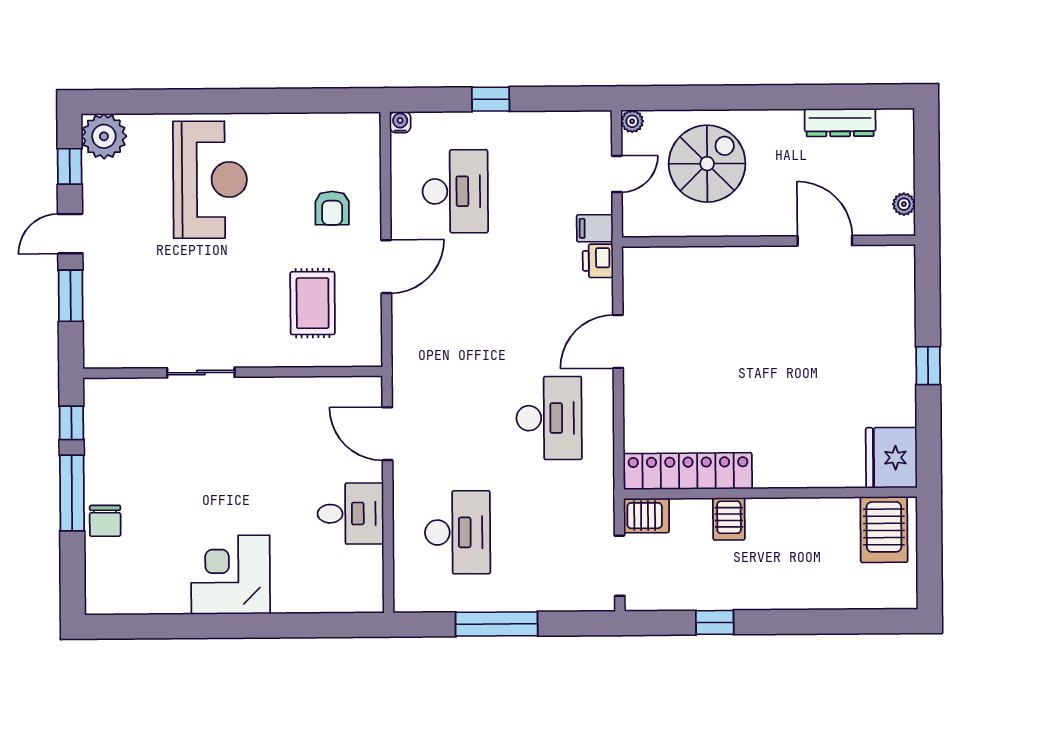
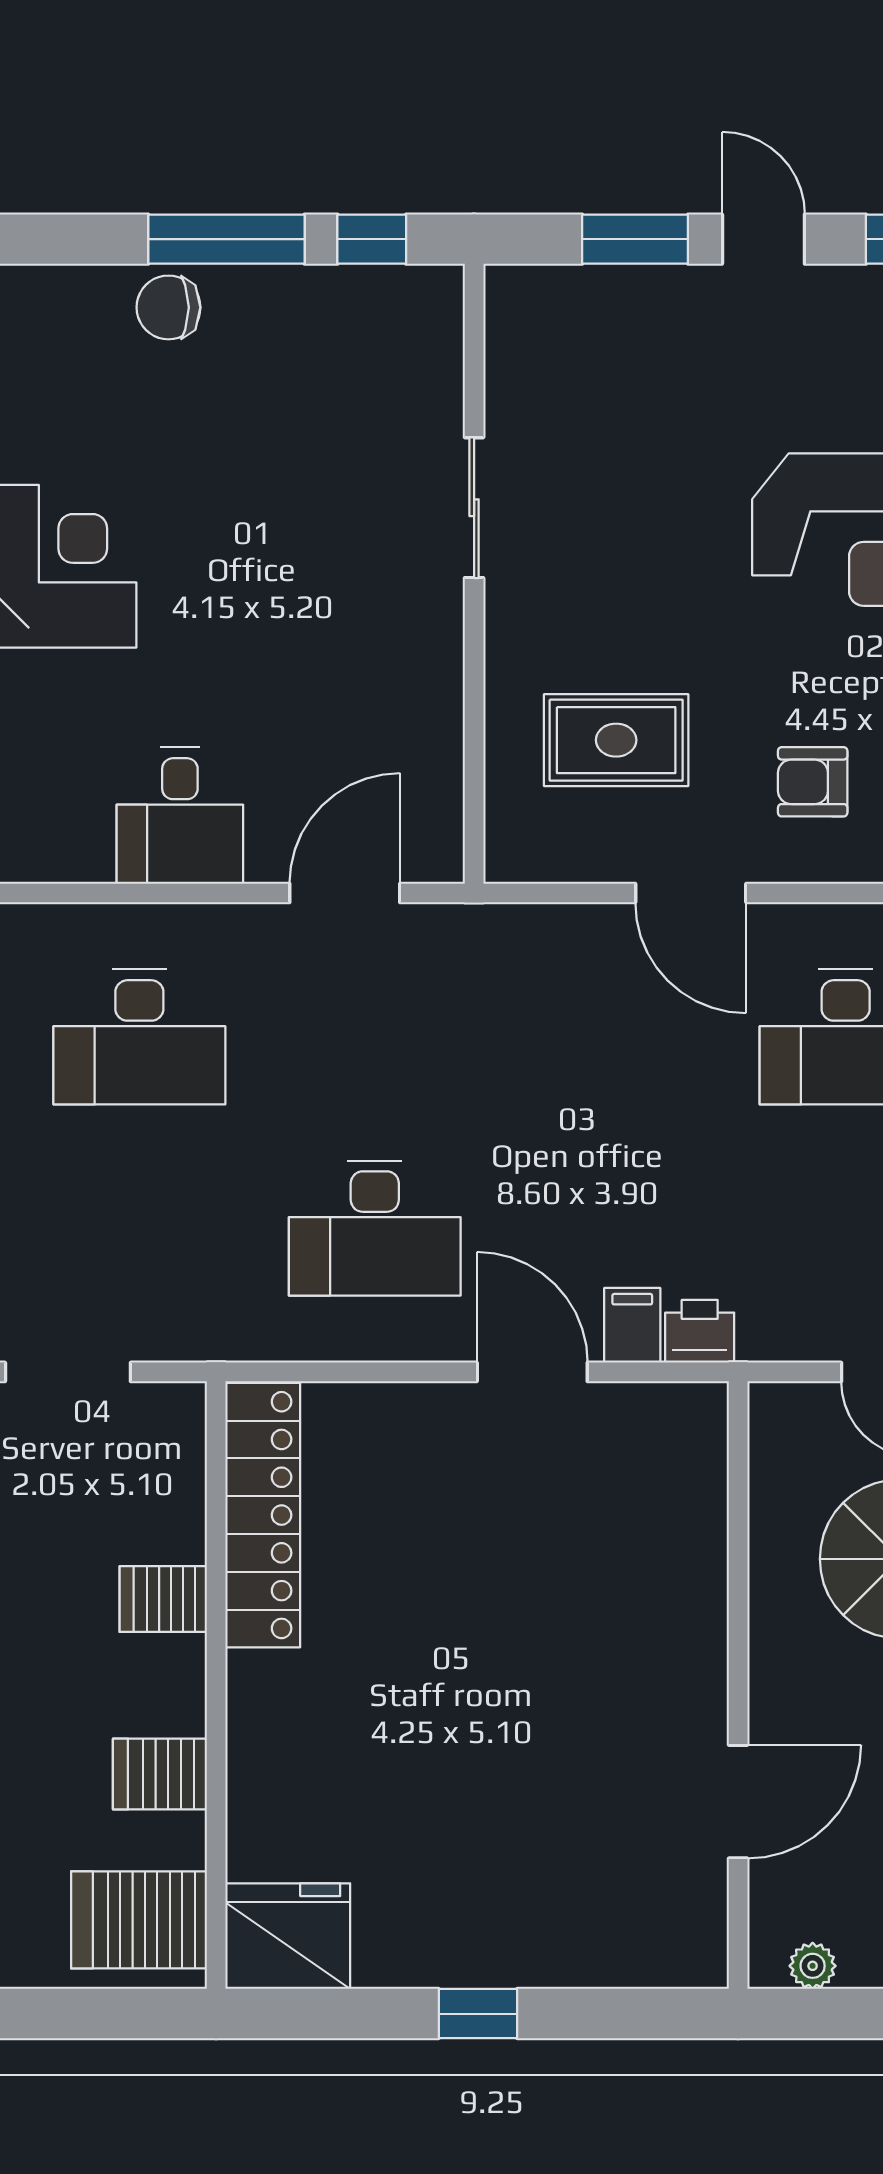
filing cabinet: (595, 228) -> (632, 1325), moved
server rack: (646, 516) -> (160, 1774), moved, turned 90

